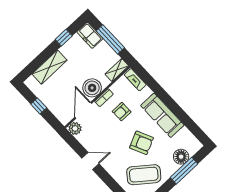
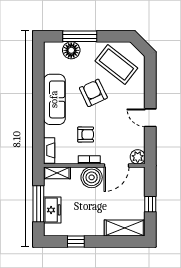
freezer: (90, 35) -> (52, 210), moved
shelving: (49, 67) -> (125, 228), moved

